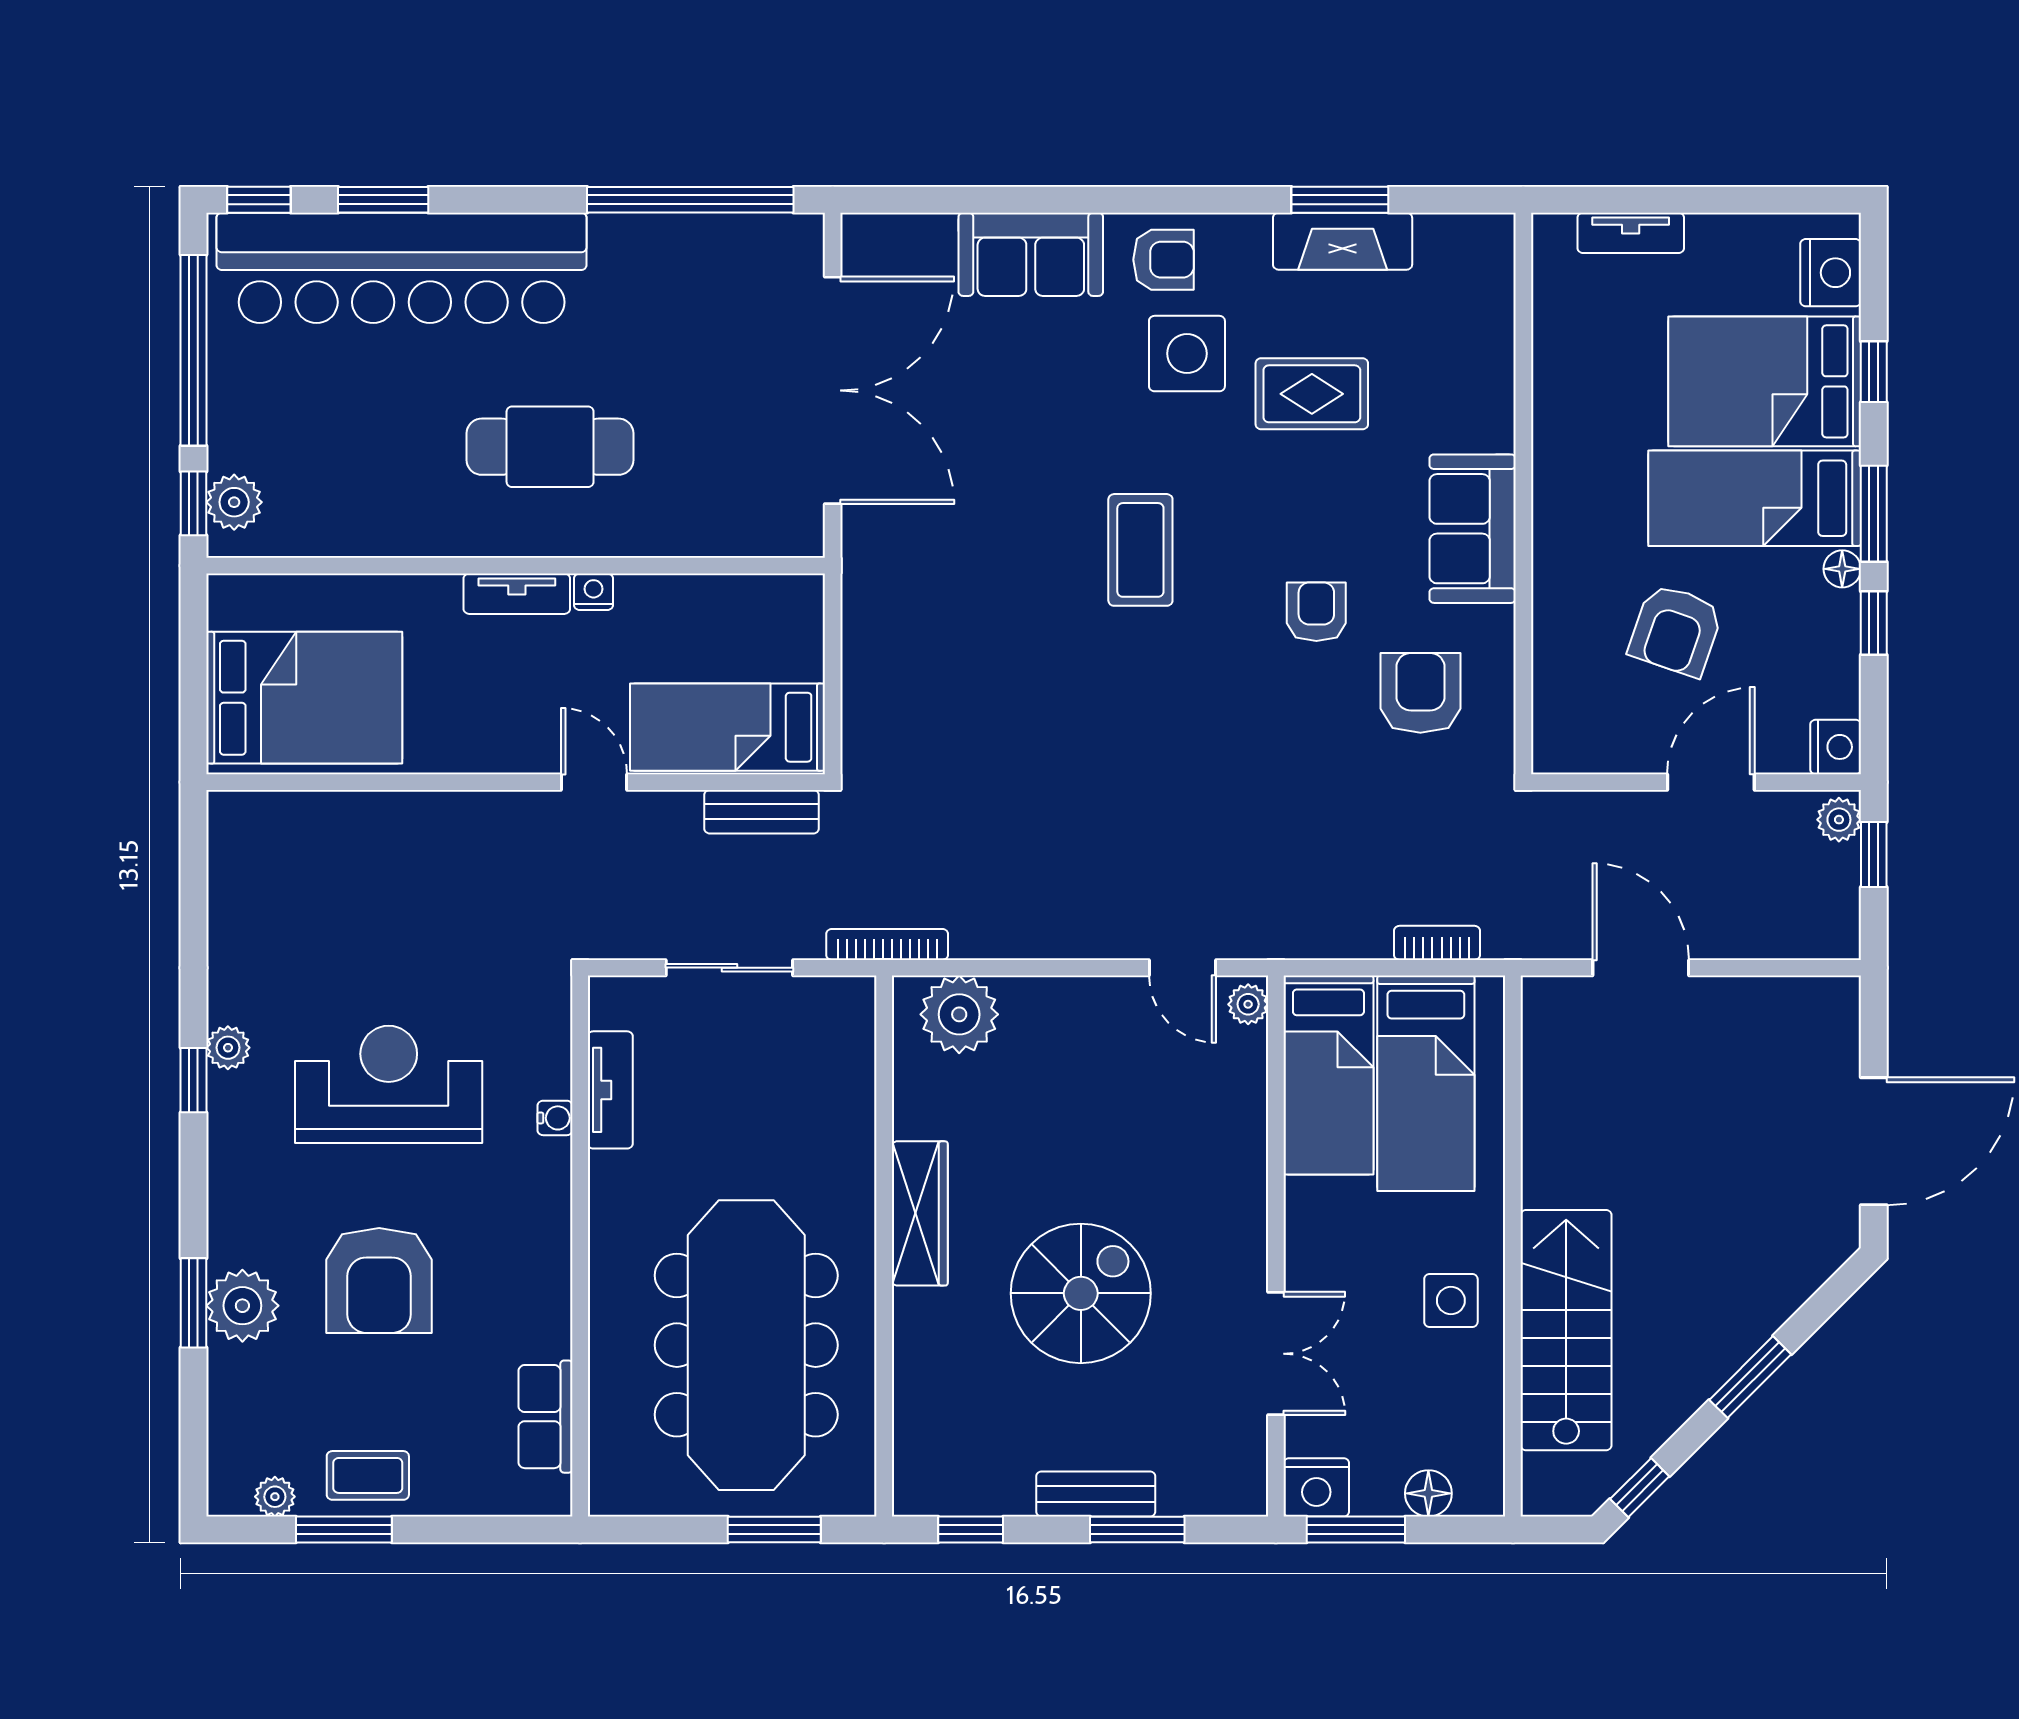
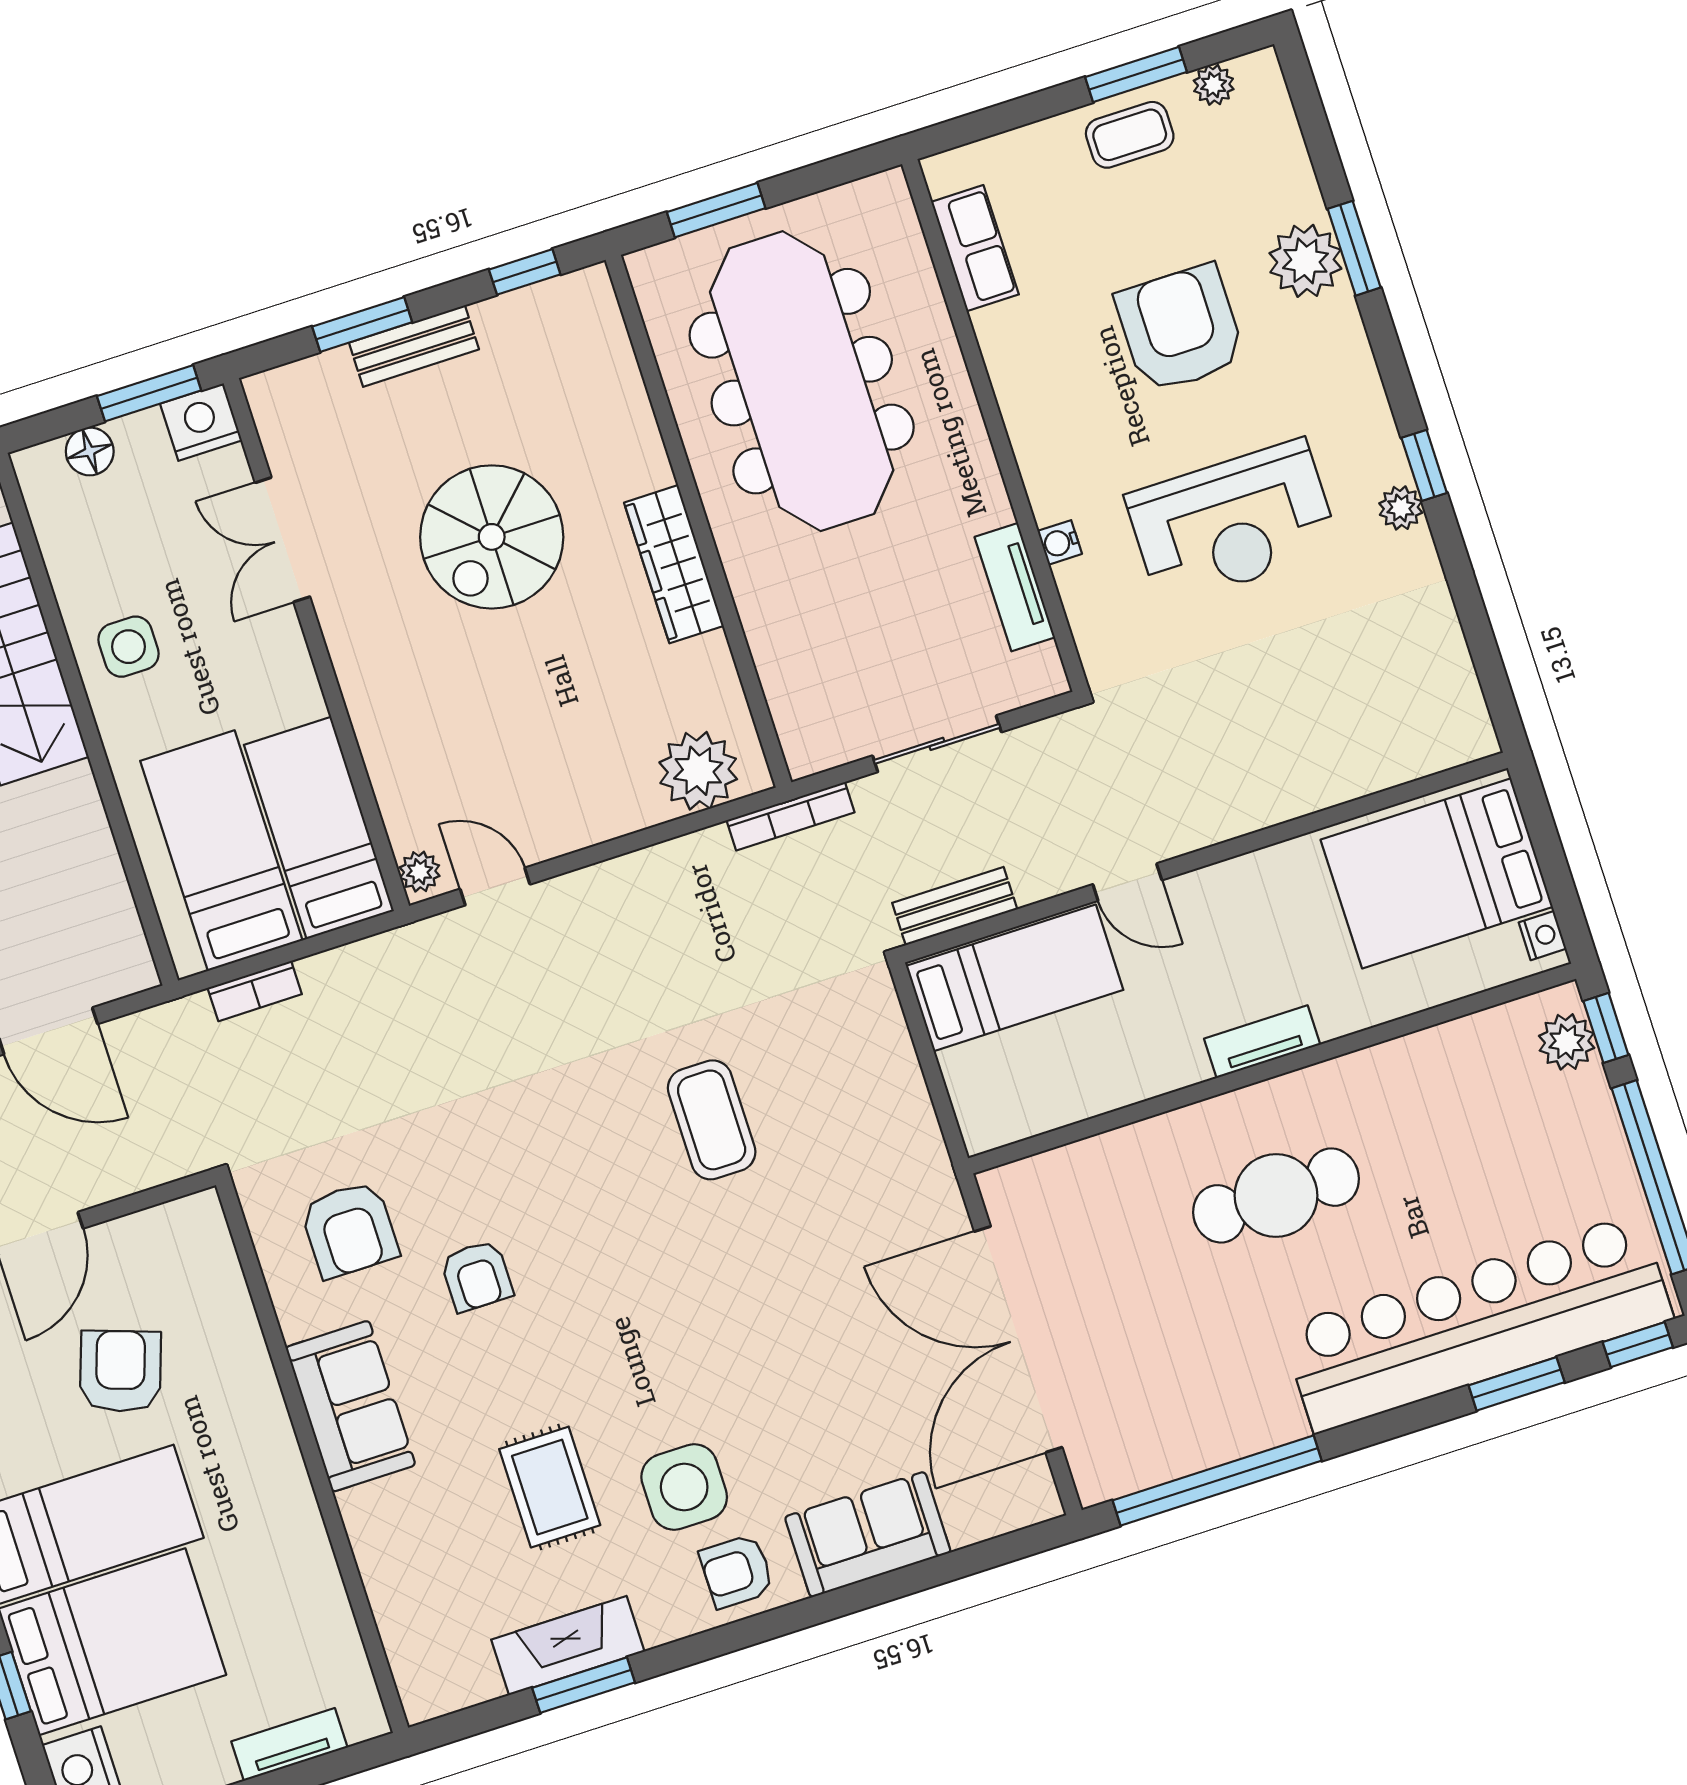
rug: (1312, 394) -> (550, 1487), turned 90
coffee table: (1140, 550) -> (712, 1120), moved
nightstand: (593, 592) -> (1542, 936), moved, turned -90

